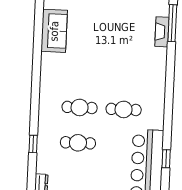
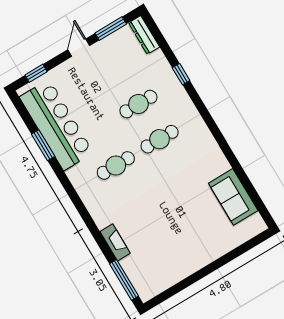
fireplace: (162, 32) -> (115, 242), moved
window: (166, 159) -> (43, 145), width x1.50

